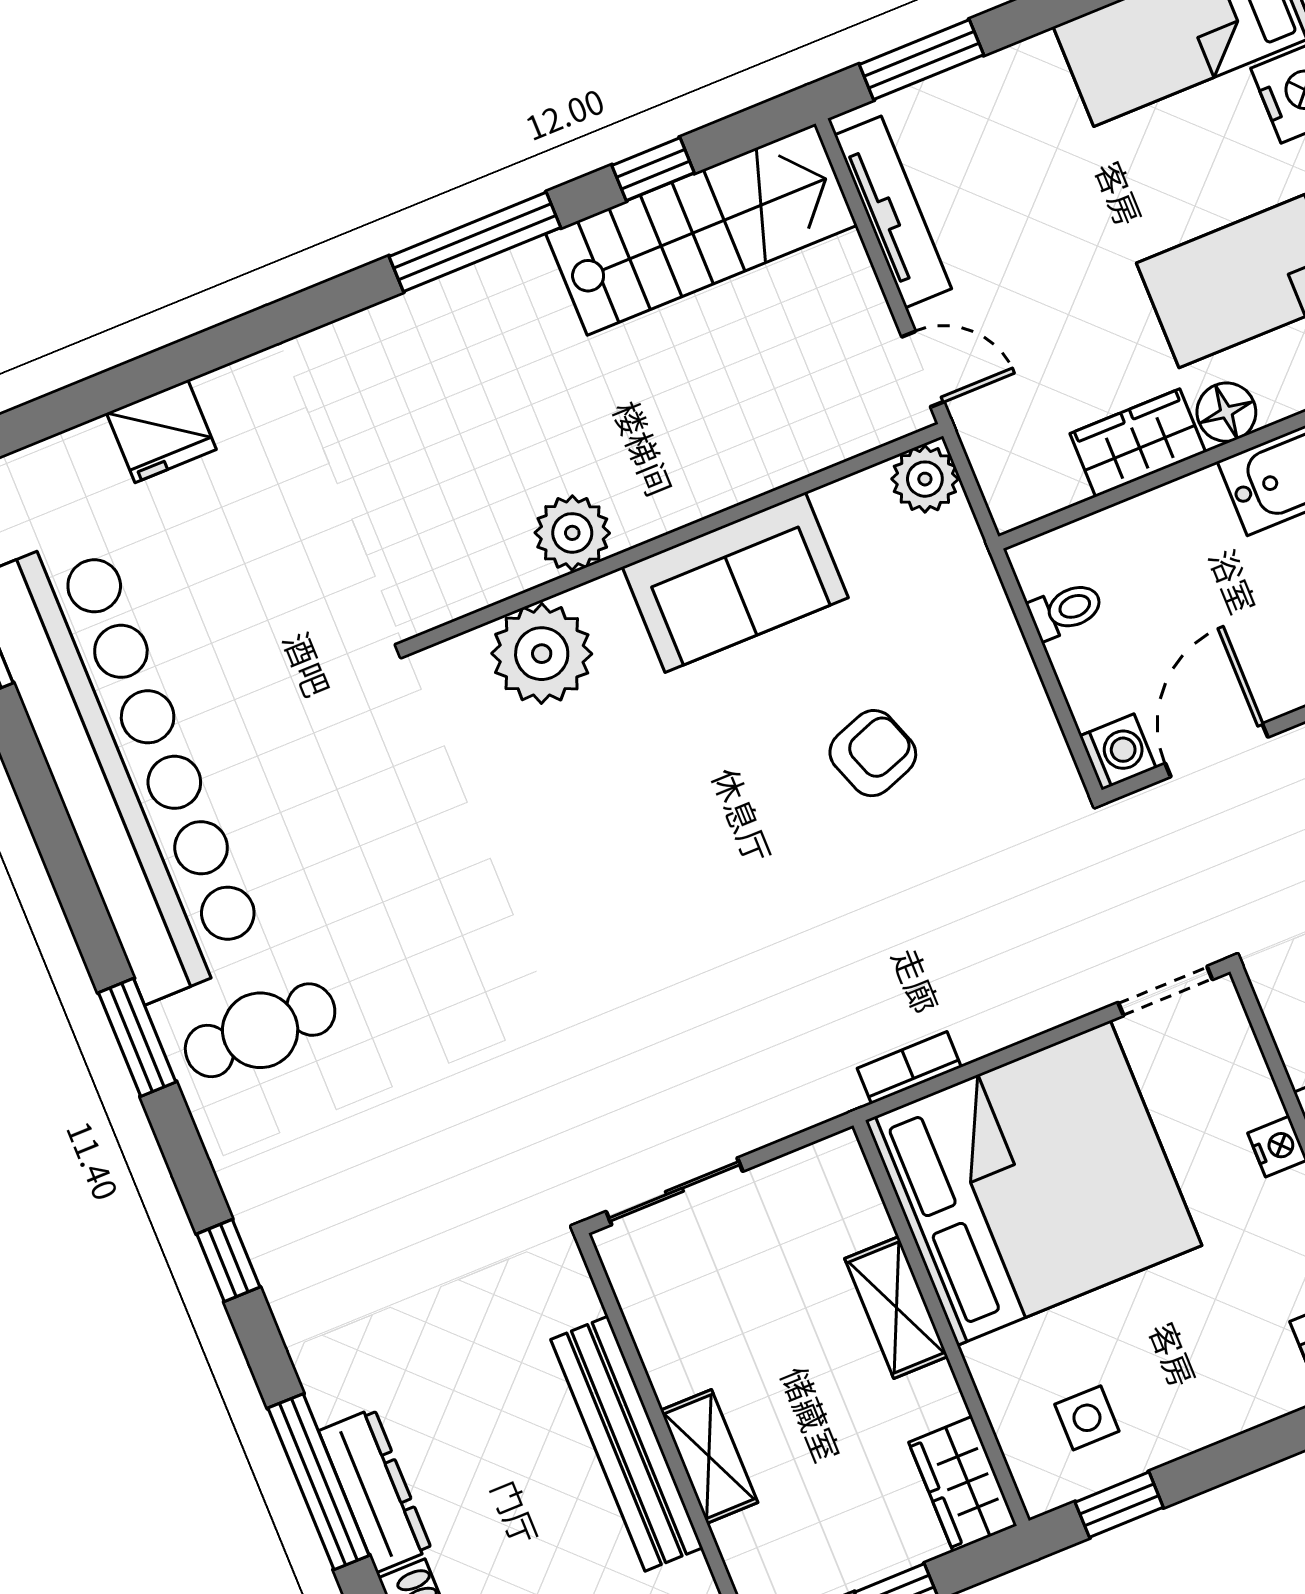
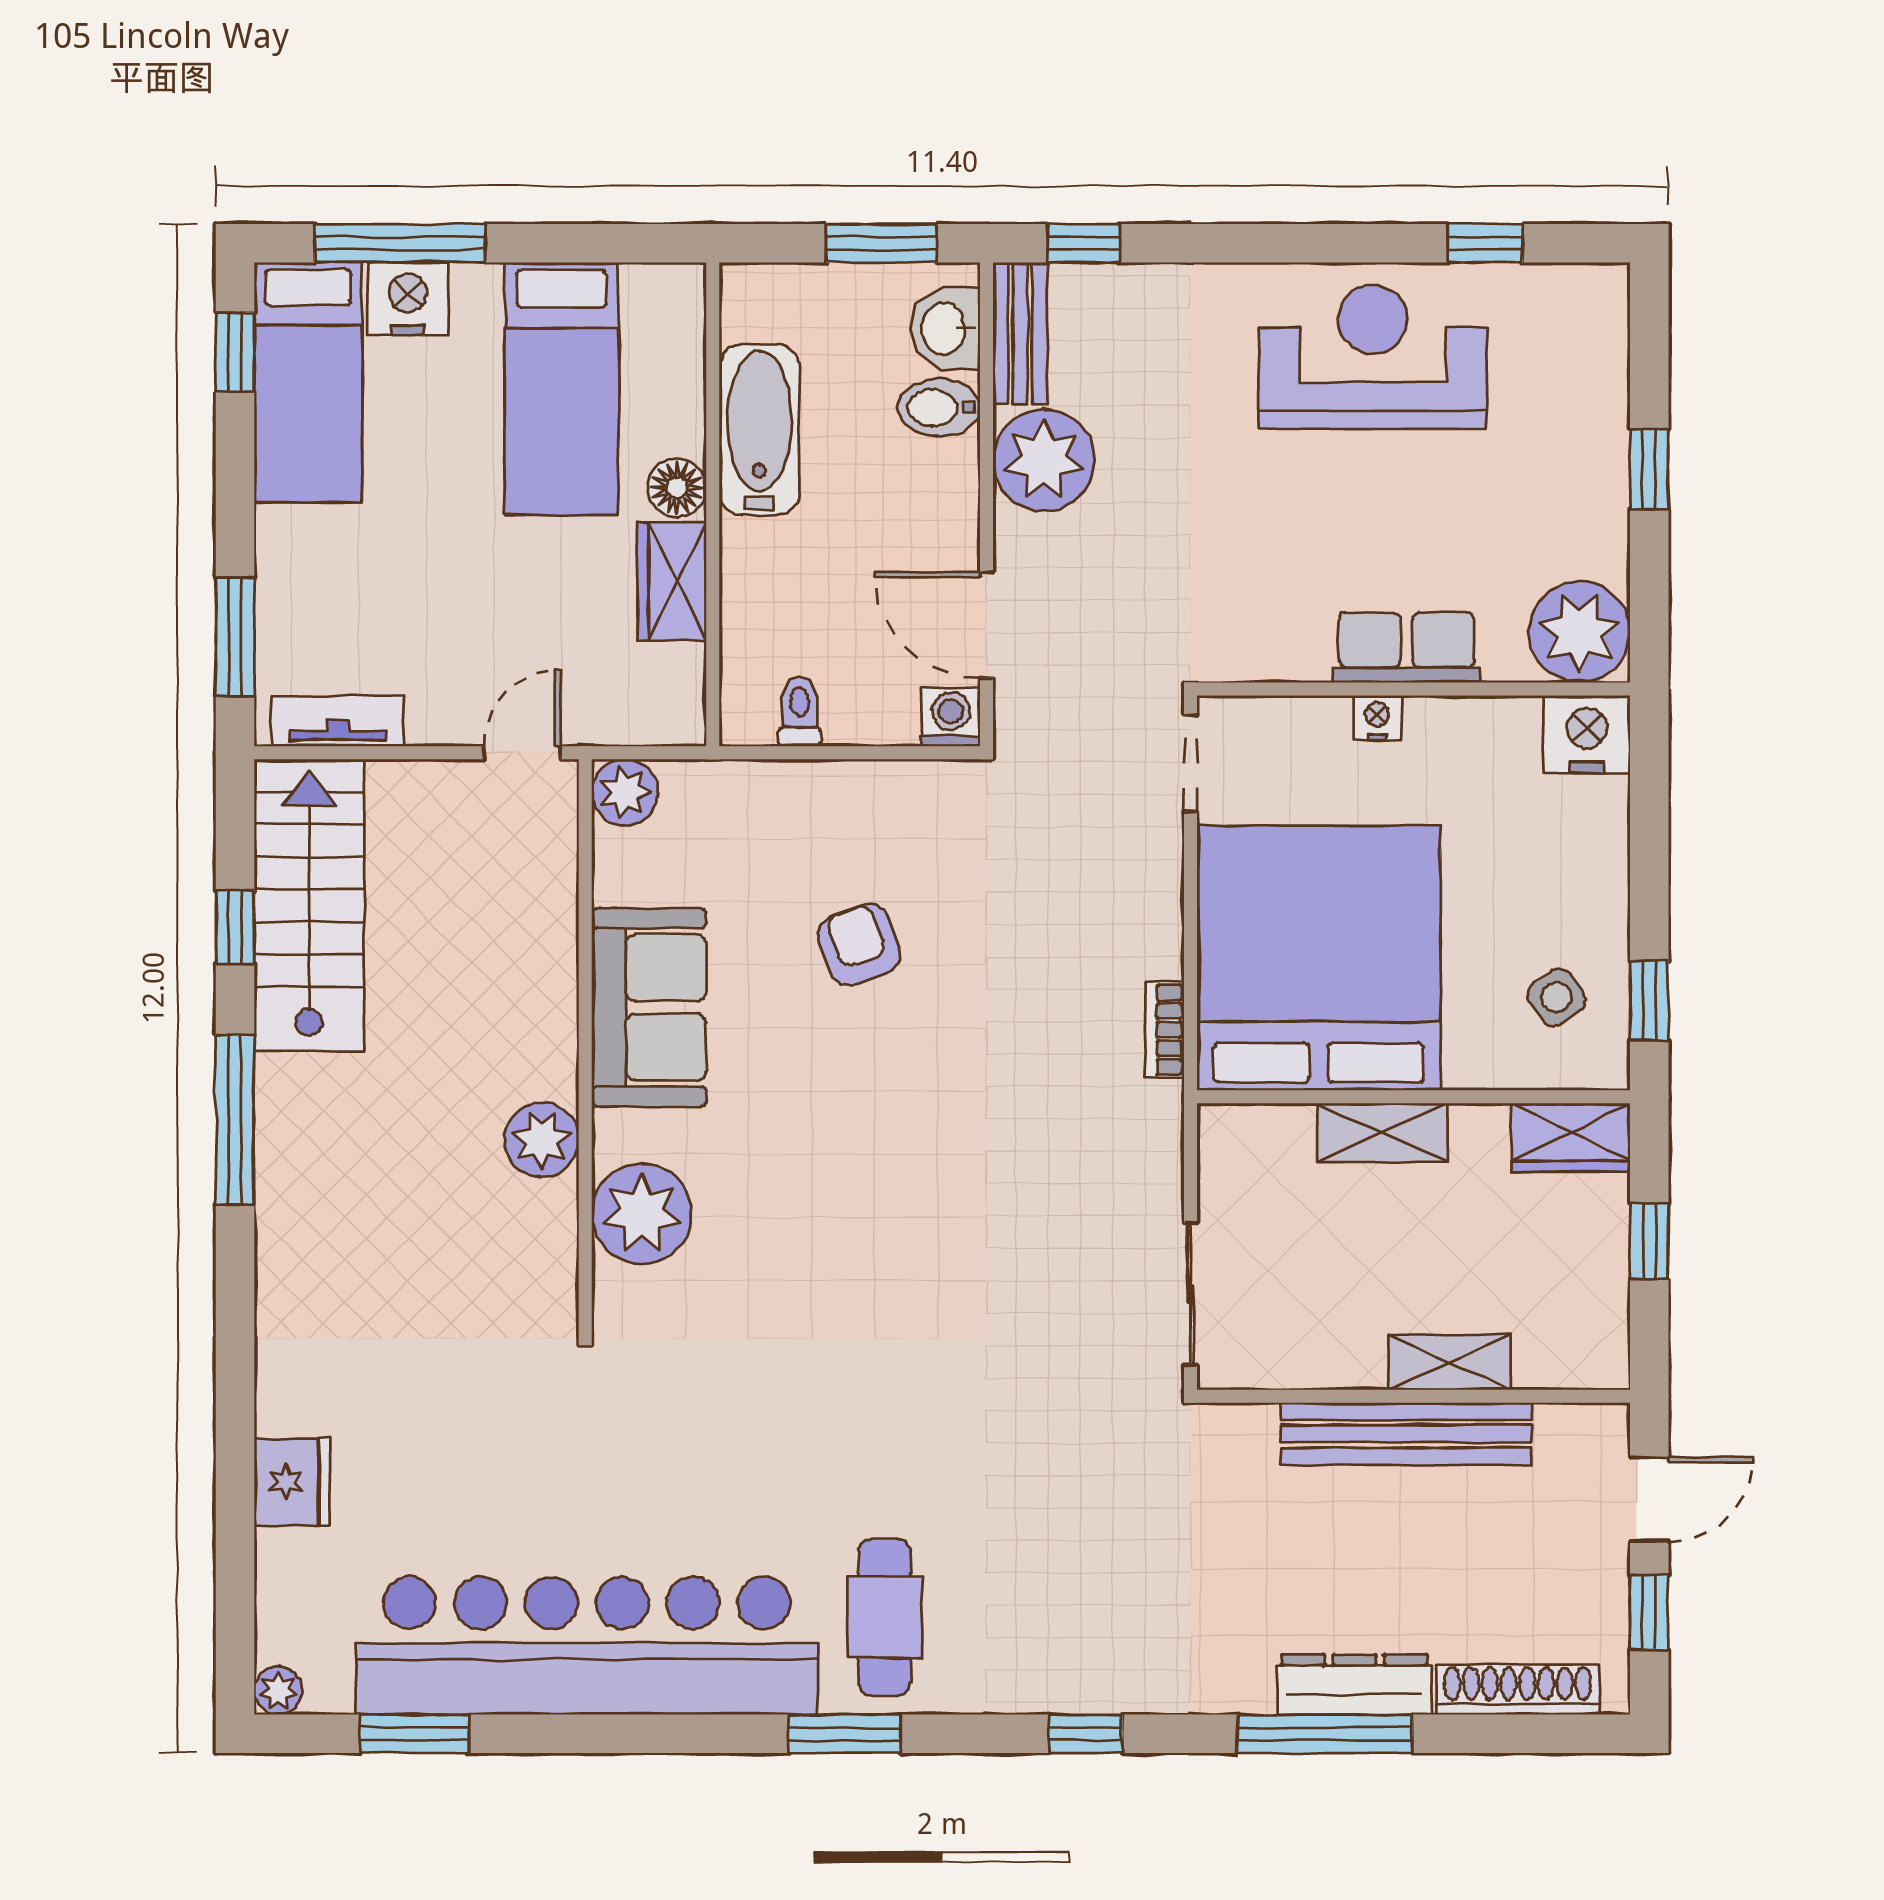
tv unit: (893, 212) -> (338, 721), width x0.71
side table: (1087, 1418) -> (1556, 997), turned -35

